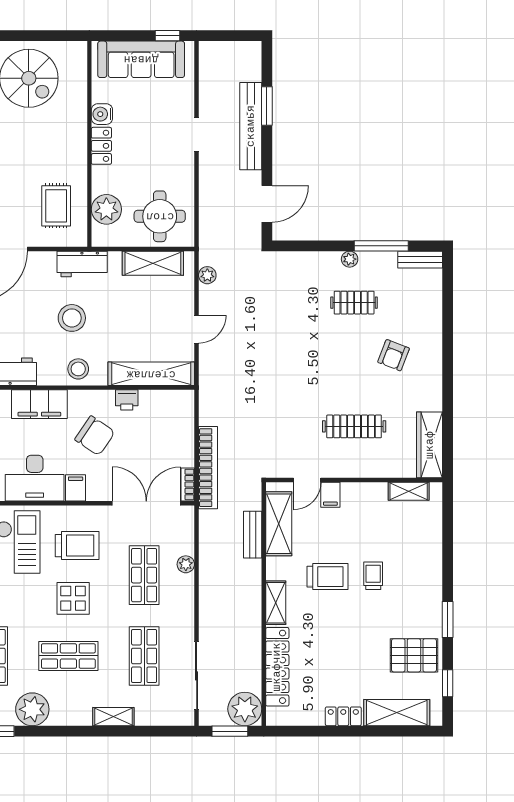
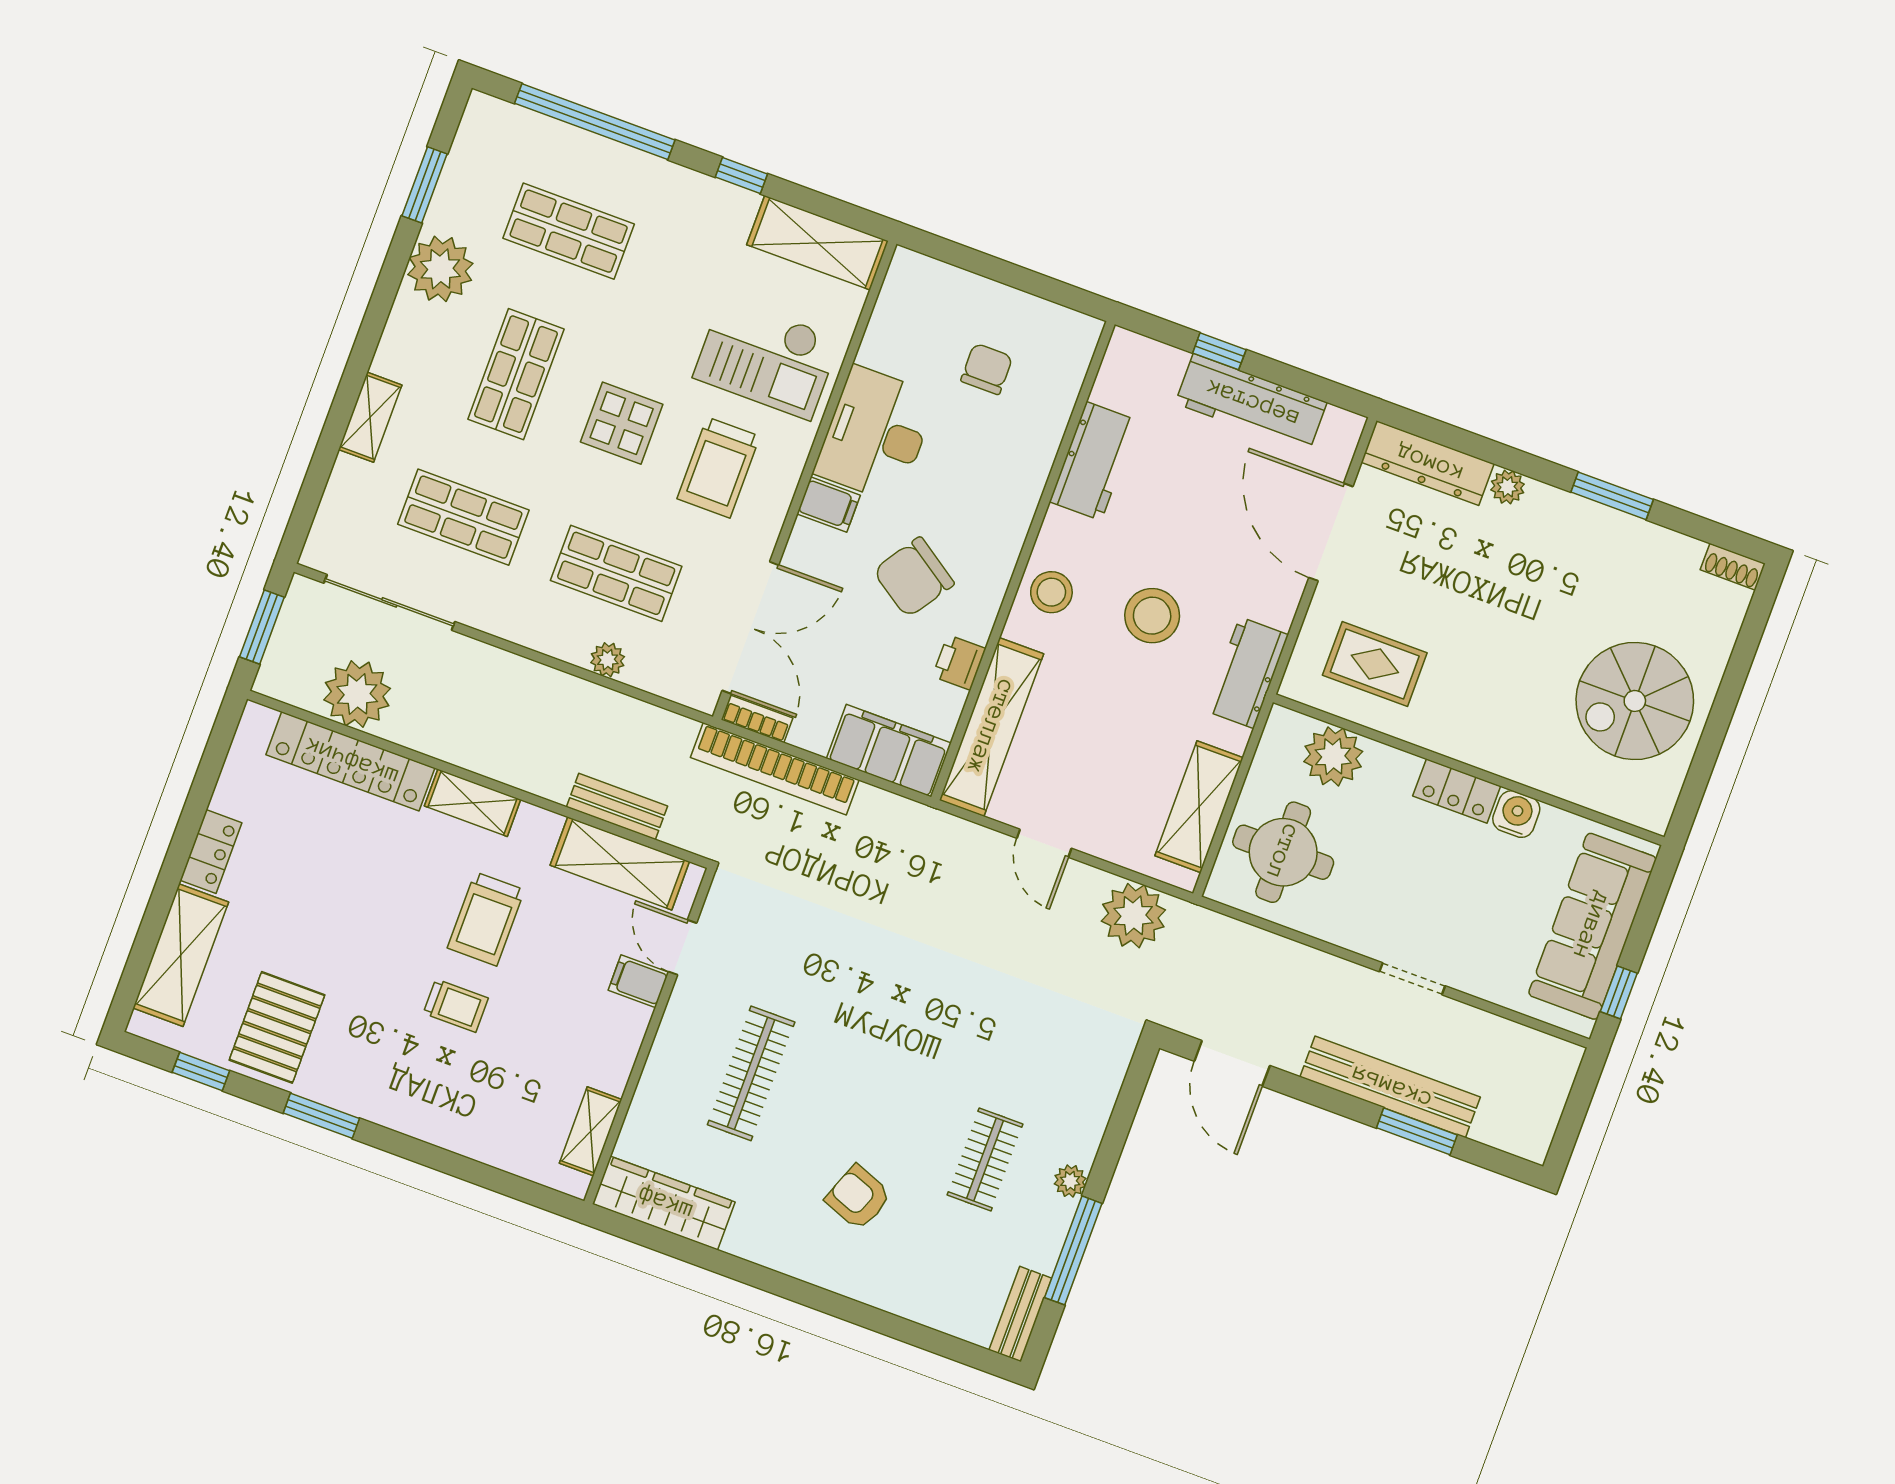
plant: (207, 275) -> (1133, 916), width x1.88, depth x1.88
filing cabinet: (39, 404) -> (889, 751), moved, turned 90
plant: (245, 709) -> (357, 694), moved

